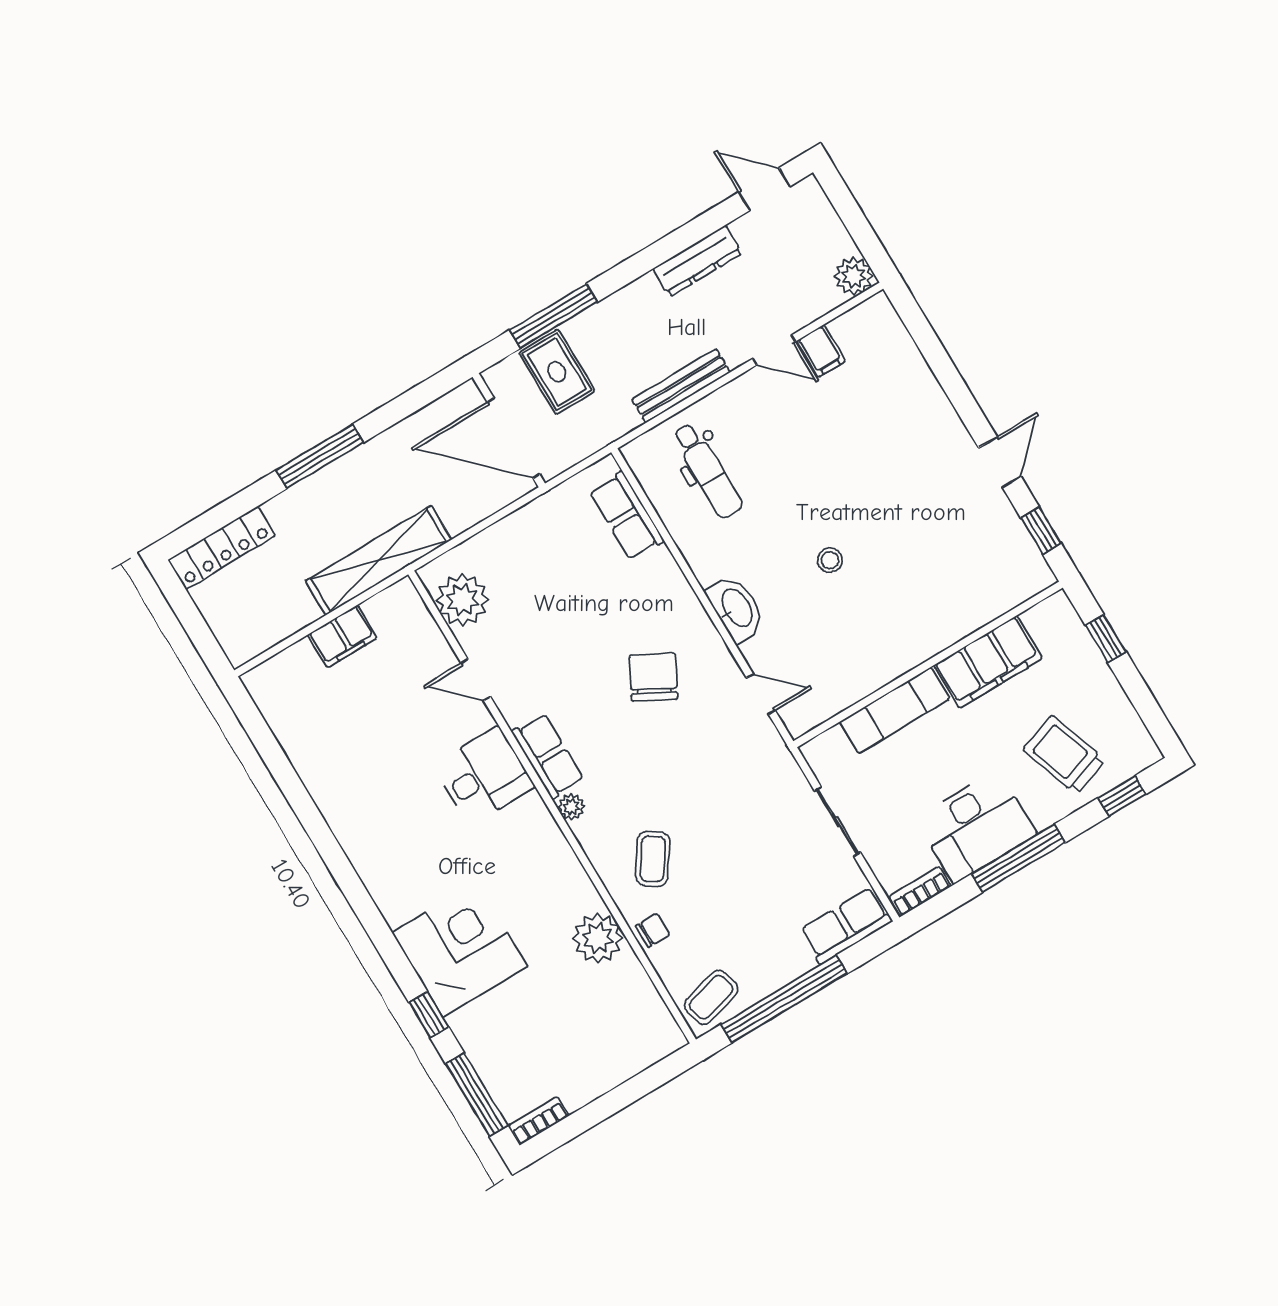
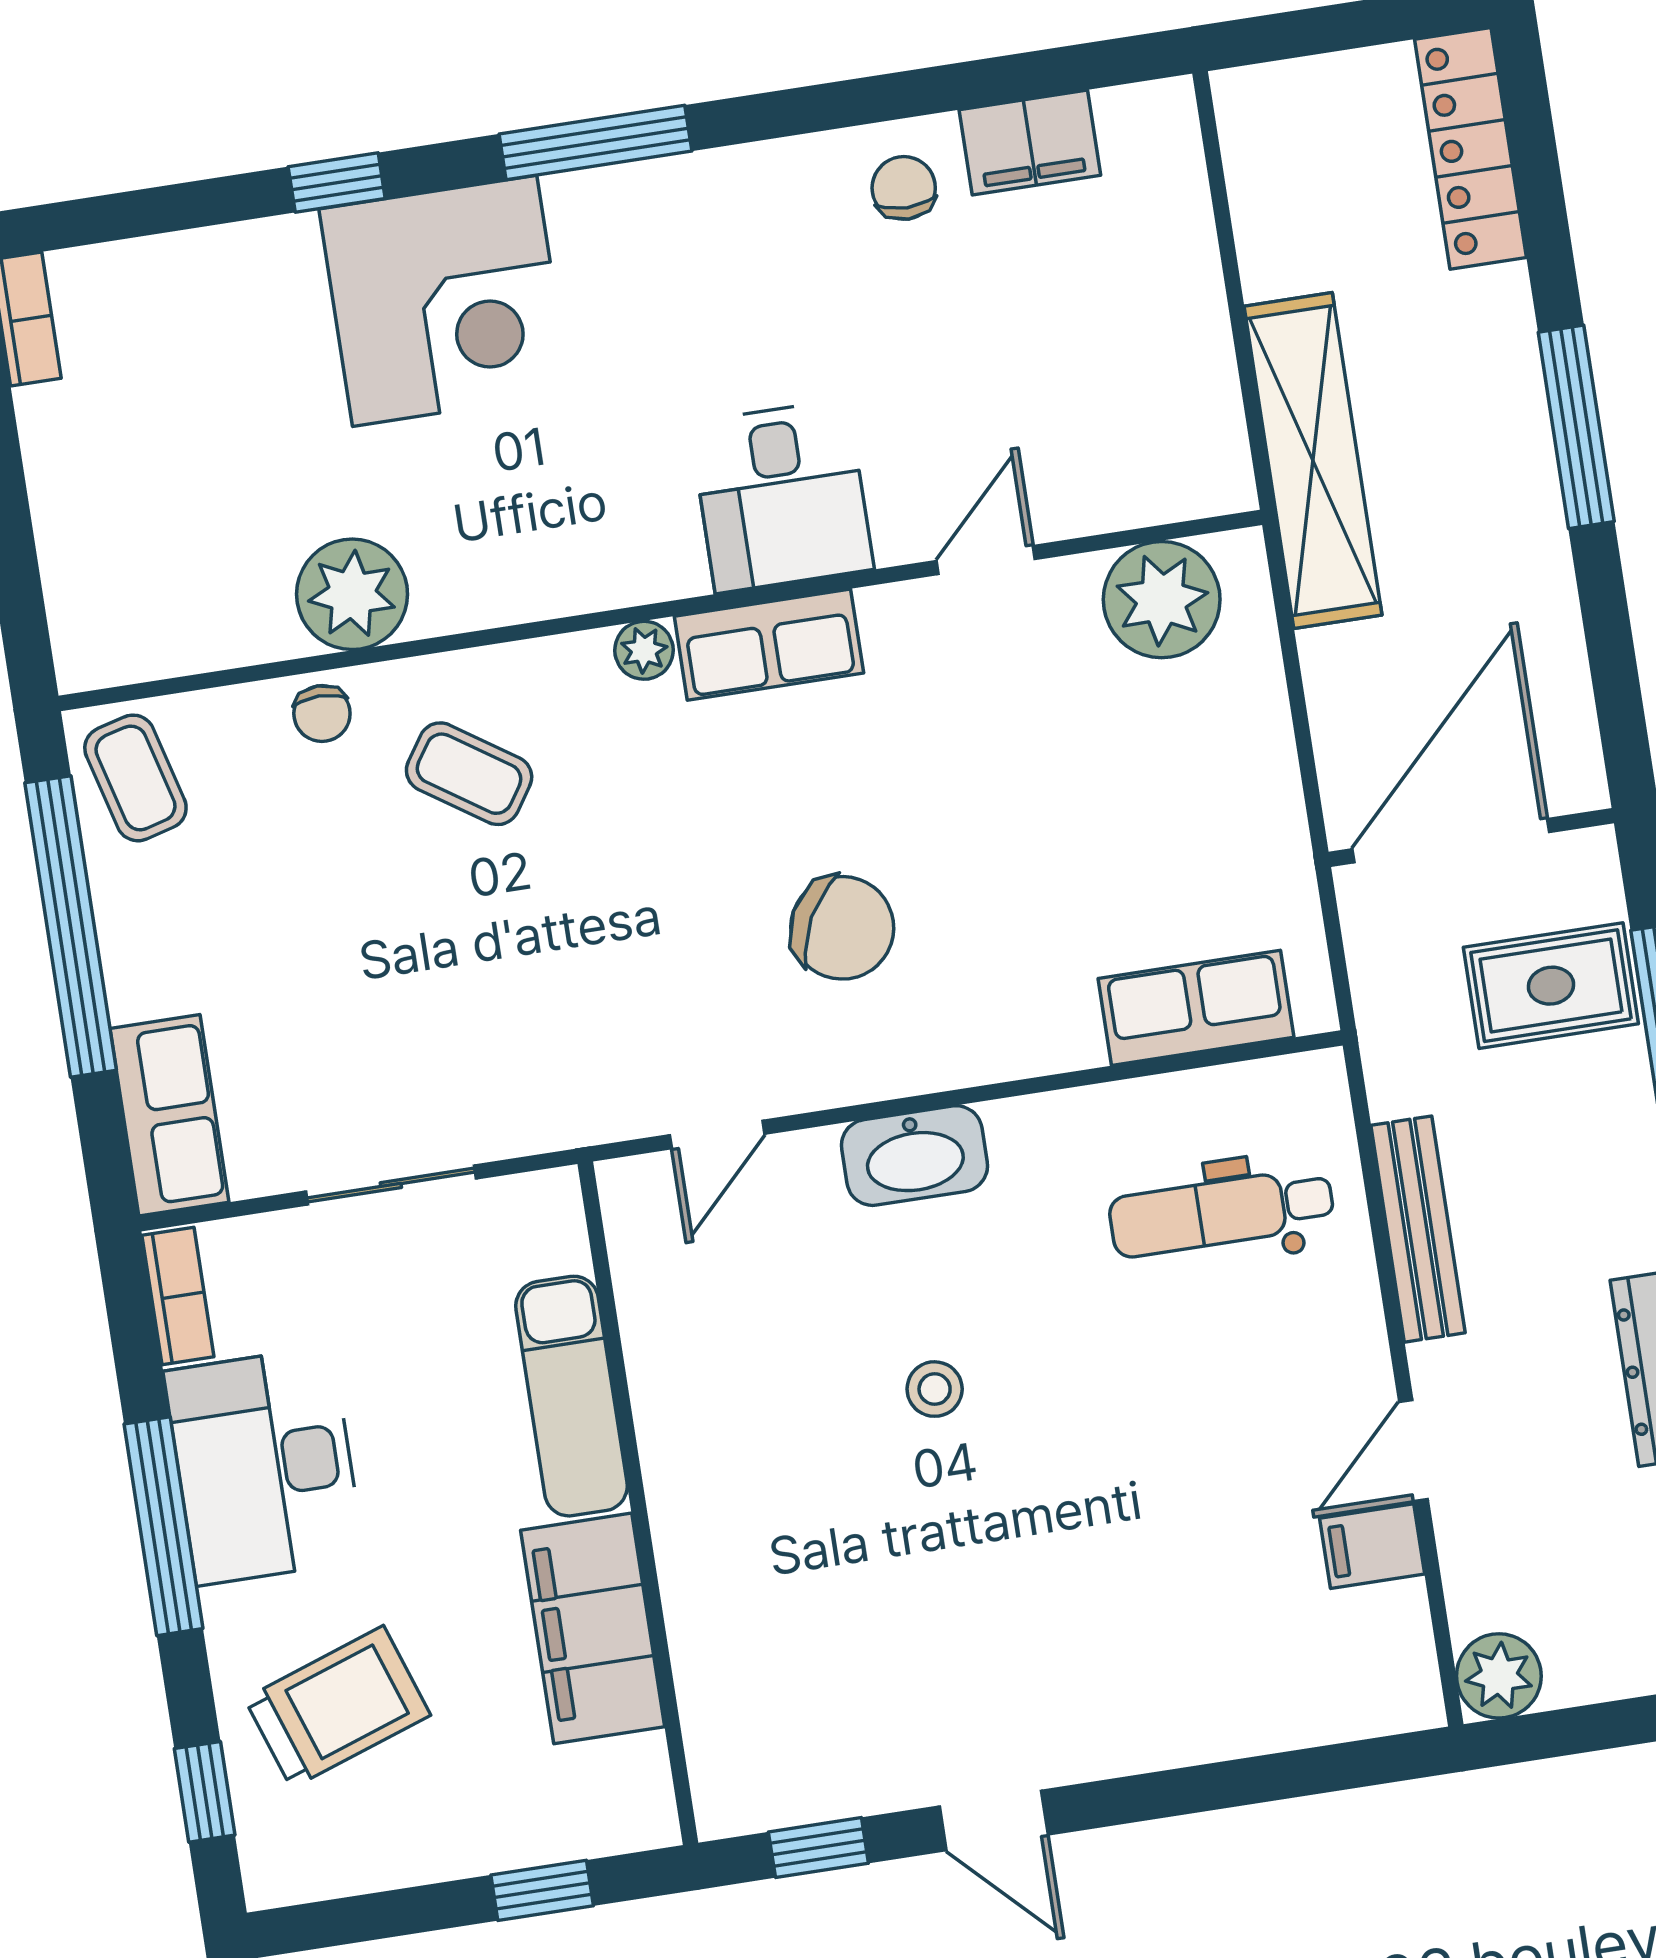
filing cabinet: (342, 636) -> (1030, 142), moved, turned -90
chair: (335, 777) -> (904, 188), added
window: (477, 1094) -> (595, 143), moved

